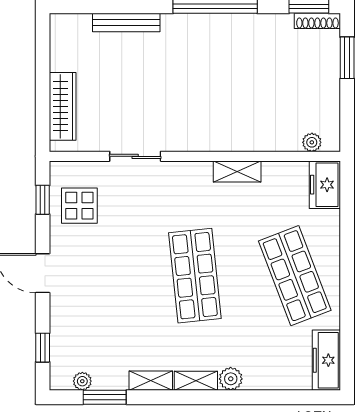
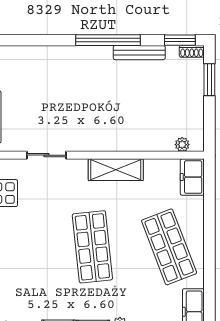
shoe rack: (317, 21) -> (192, 51), width x0.70
bench: (126, 23) -> (139, 53), moved
shelving: (237, 172) -> (116, 170), width x1.50, depth x1.33

